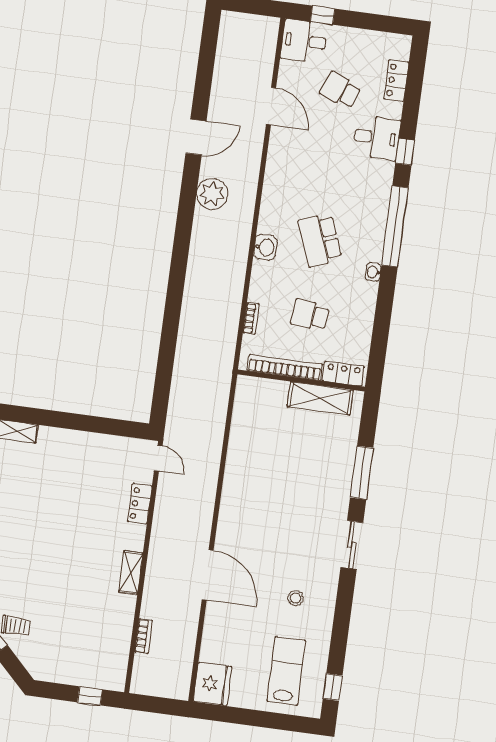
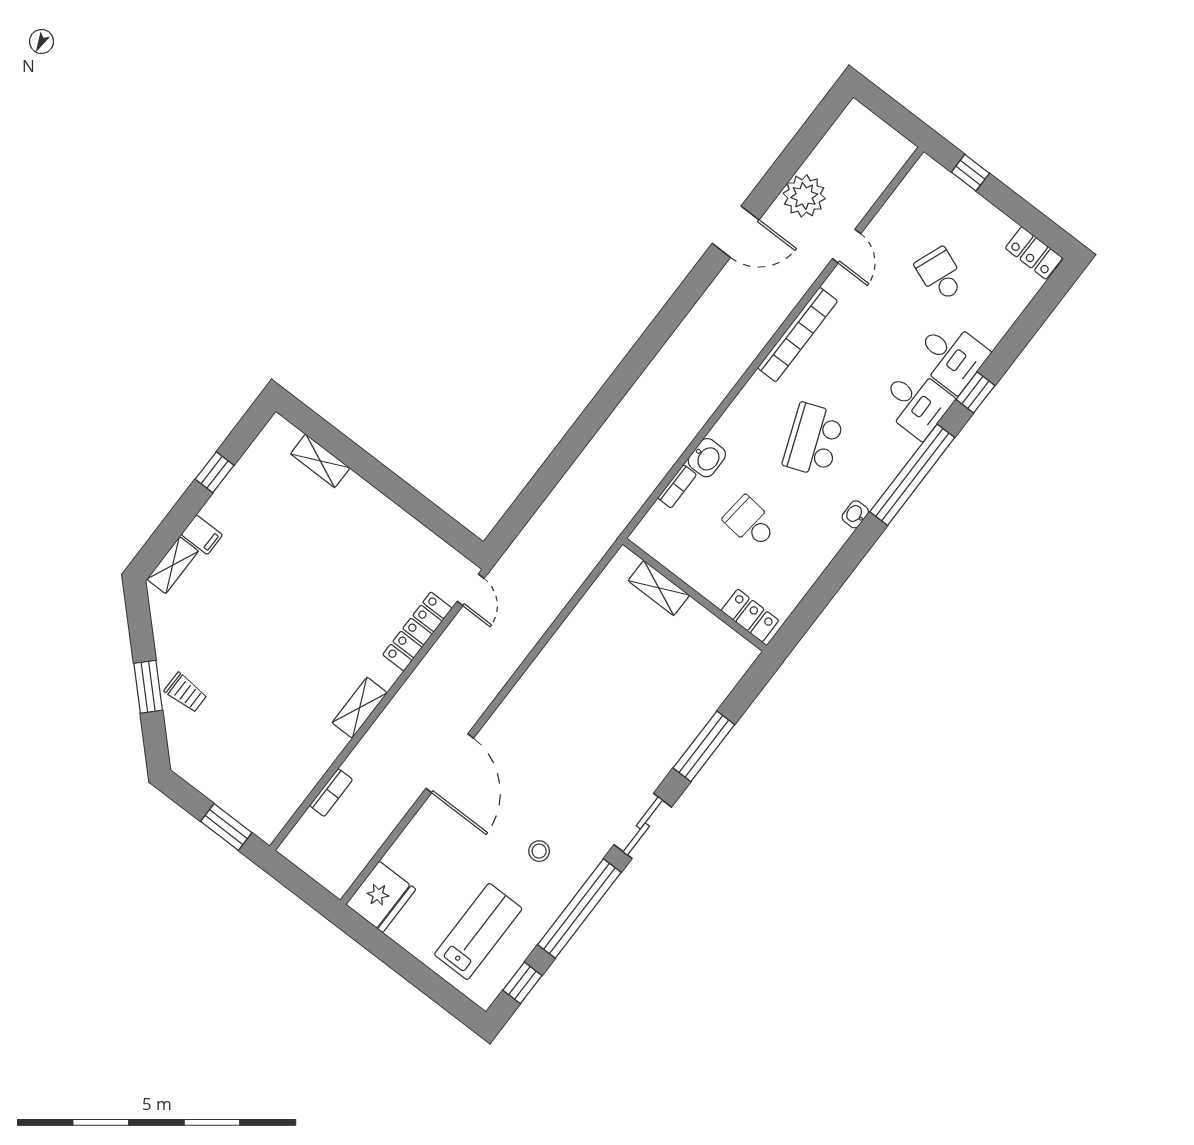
desk: (304, 41) -> (916, 403), moved, turned 180
locker: (396, 81) -> (1034, 253), moved, turned -90
door: (271, 106) -> (847, 246), width x0.73
plant: (212, 194) -> (804, 196), moved
washbasin: (265, 247) -> (707, 458), moved
bookcase: (285, 367) -> (798, 334), moved, turned 90
shelving: (320, 398) -> (659, 588), moved, width x0.67, depth x0.75
locker: (140, 504) -> (417, 631), width x1.53
window: (342, 620) -> (579, 909), added
window: (90, 696) -> (226, 827), width x1.50

